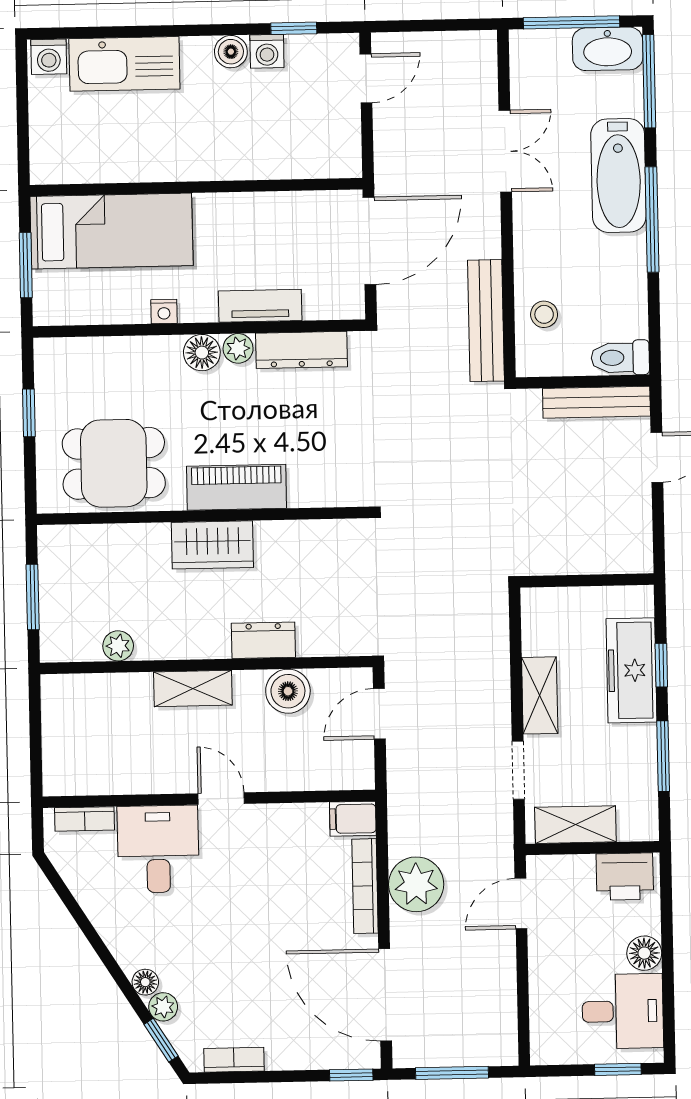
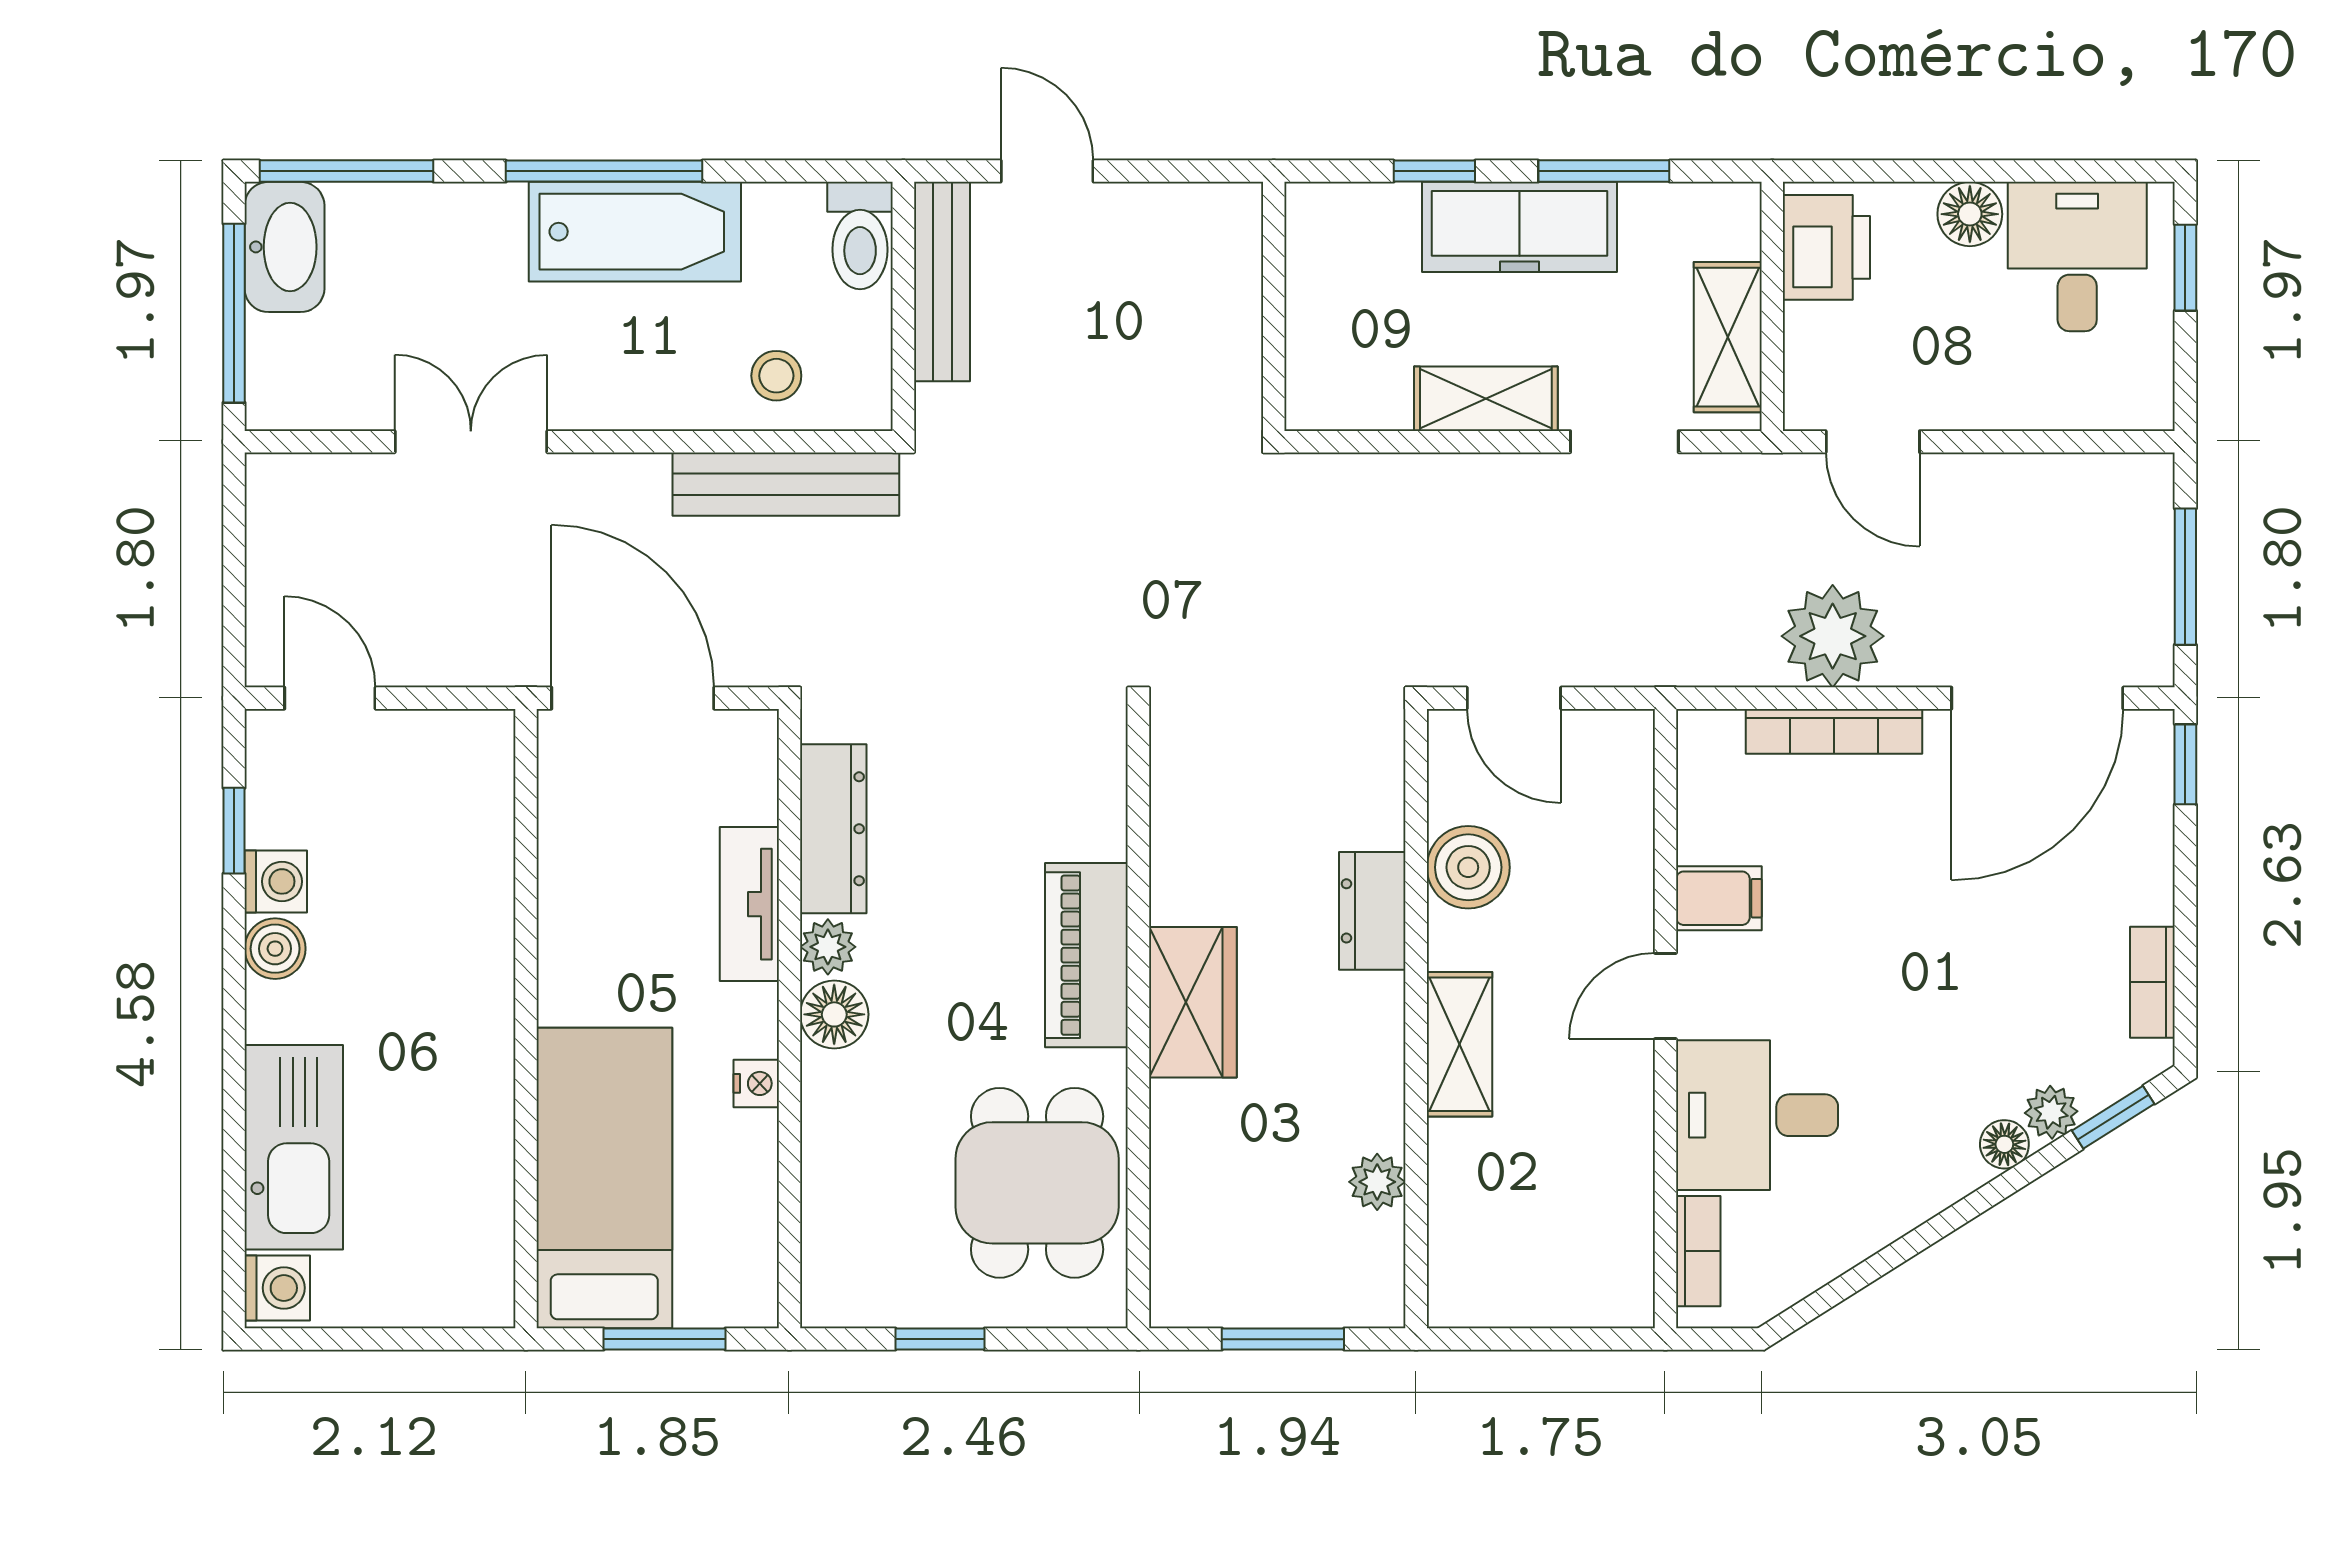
bathtub: (618, 175) -> (635, 232), moved
freezer: (631, 670) -> (1520, 227), moved
filing cabinet: (353, 819) -> (1719, 898), moved, turned -90

